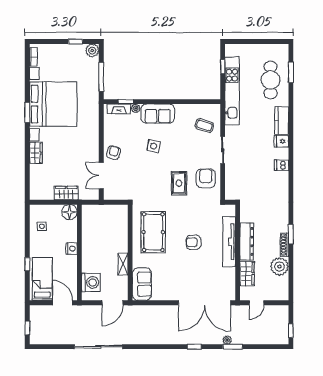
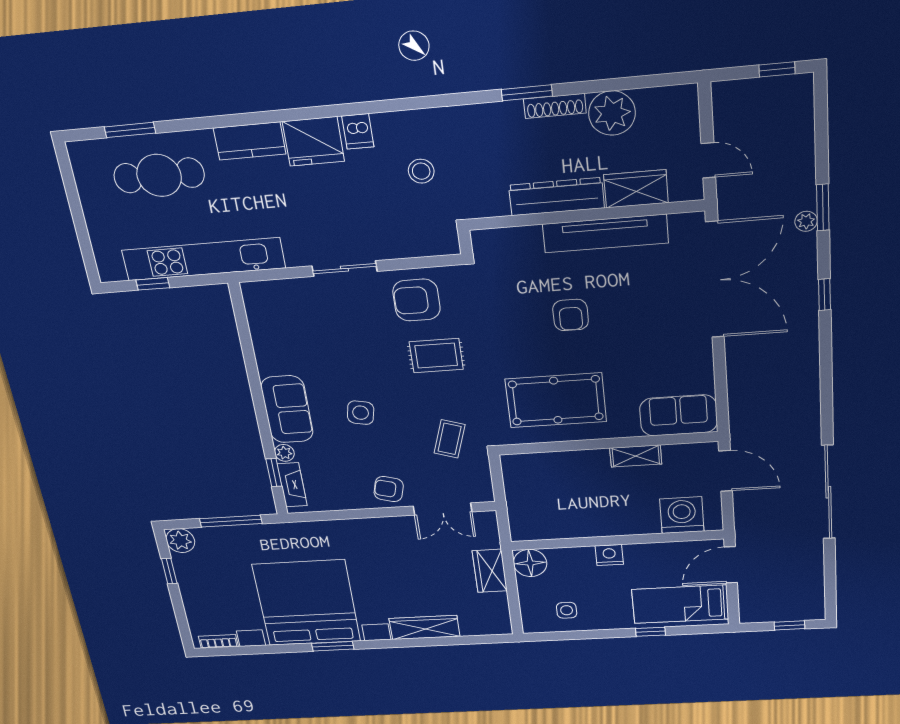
coffee table: (204, 125) -> (450, 439), moved
fridge: (281, 141) -> (313, 141), width x1.88, depth x1.34
wardrobe: (36, 153) -> (424, 627), width x1.50
stool: (262, 188) -> (421, 171), added
tv unit: (229, 242) -> (605, 234), moved

